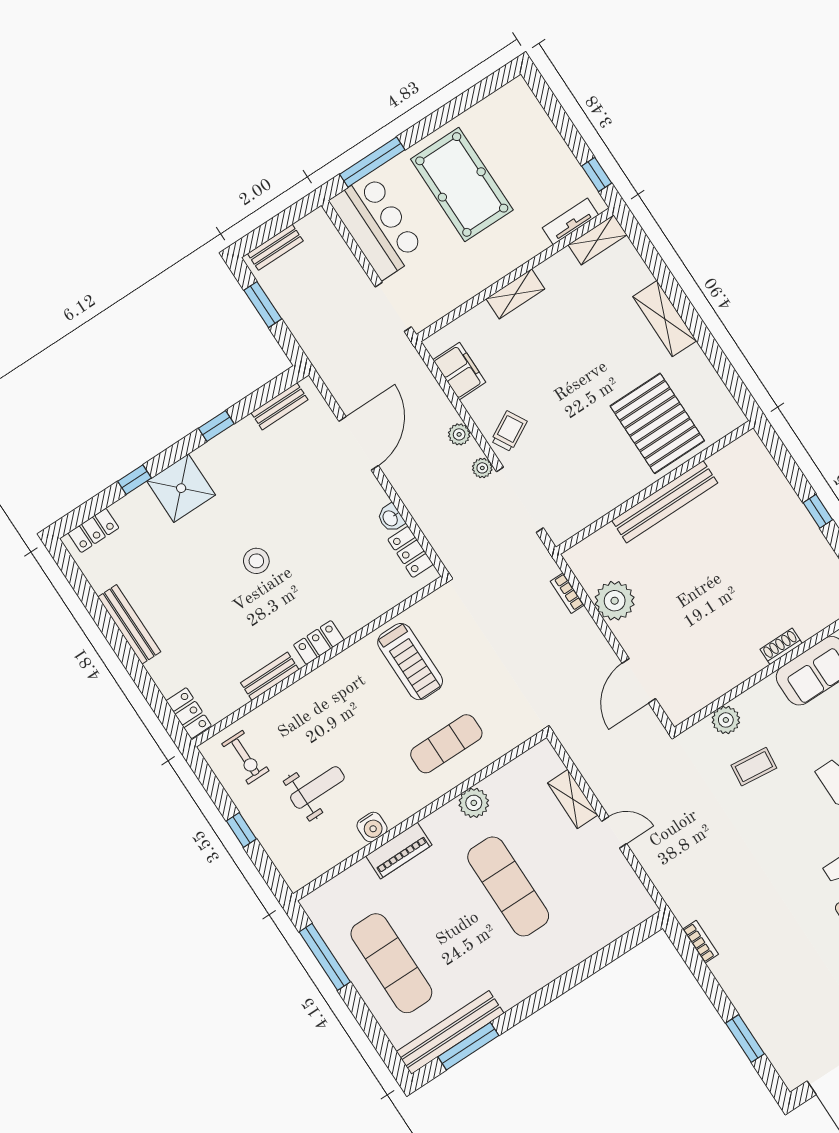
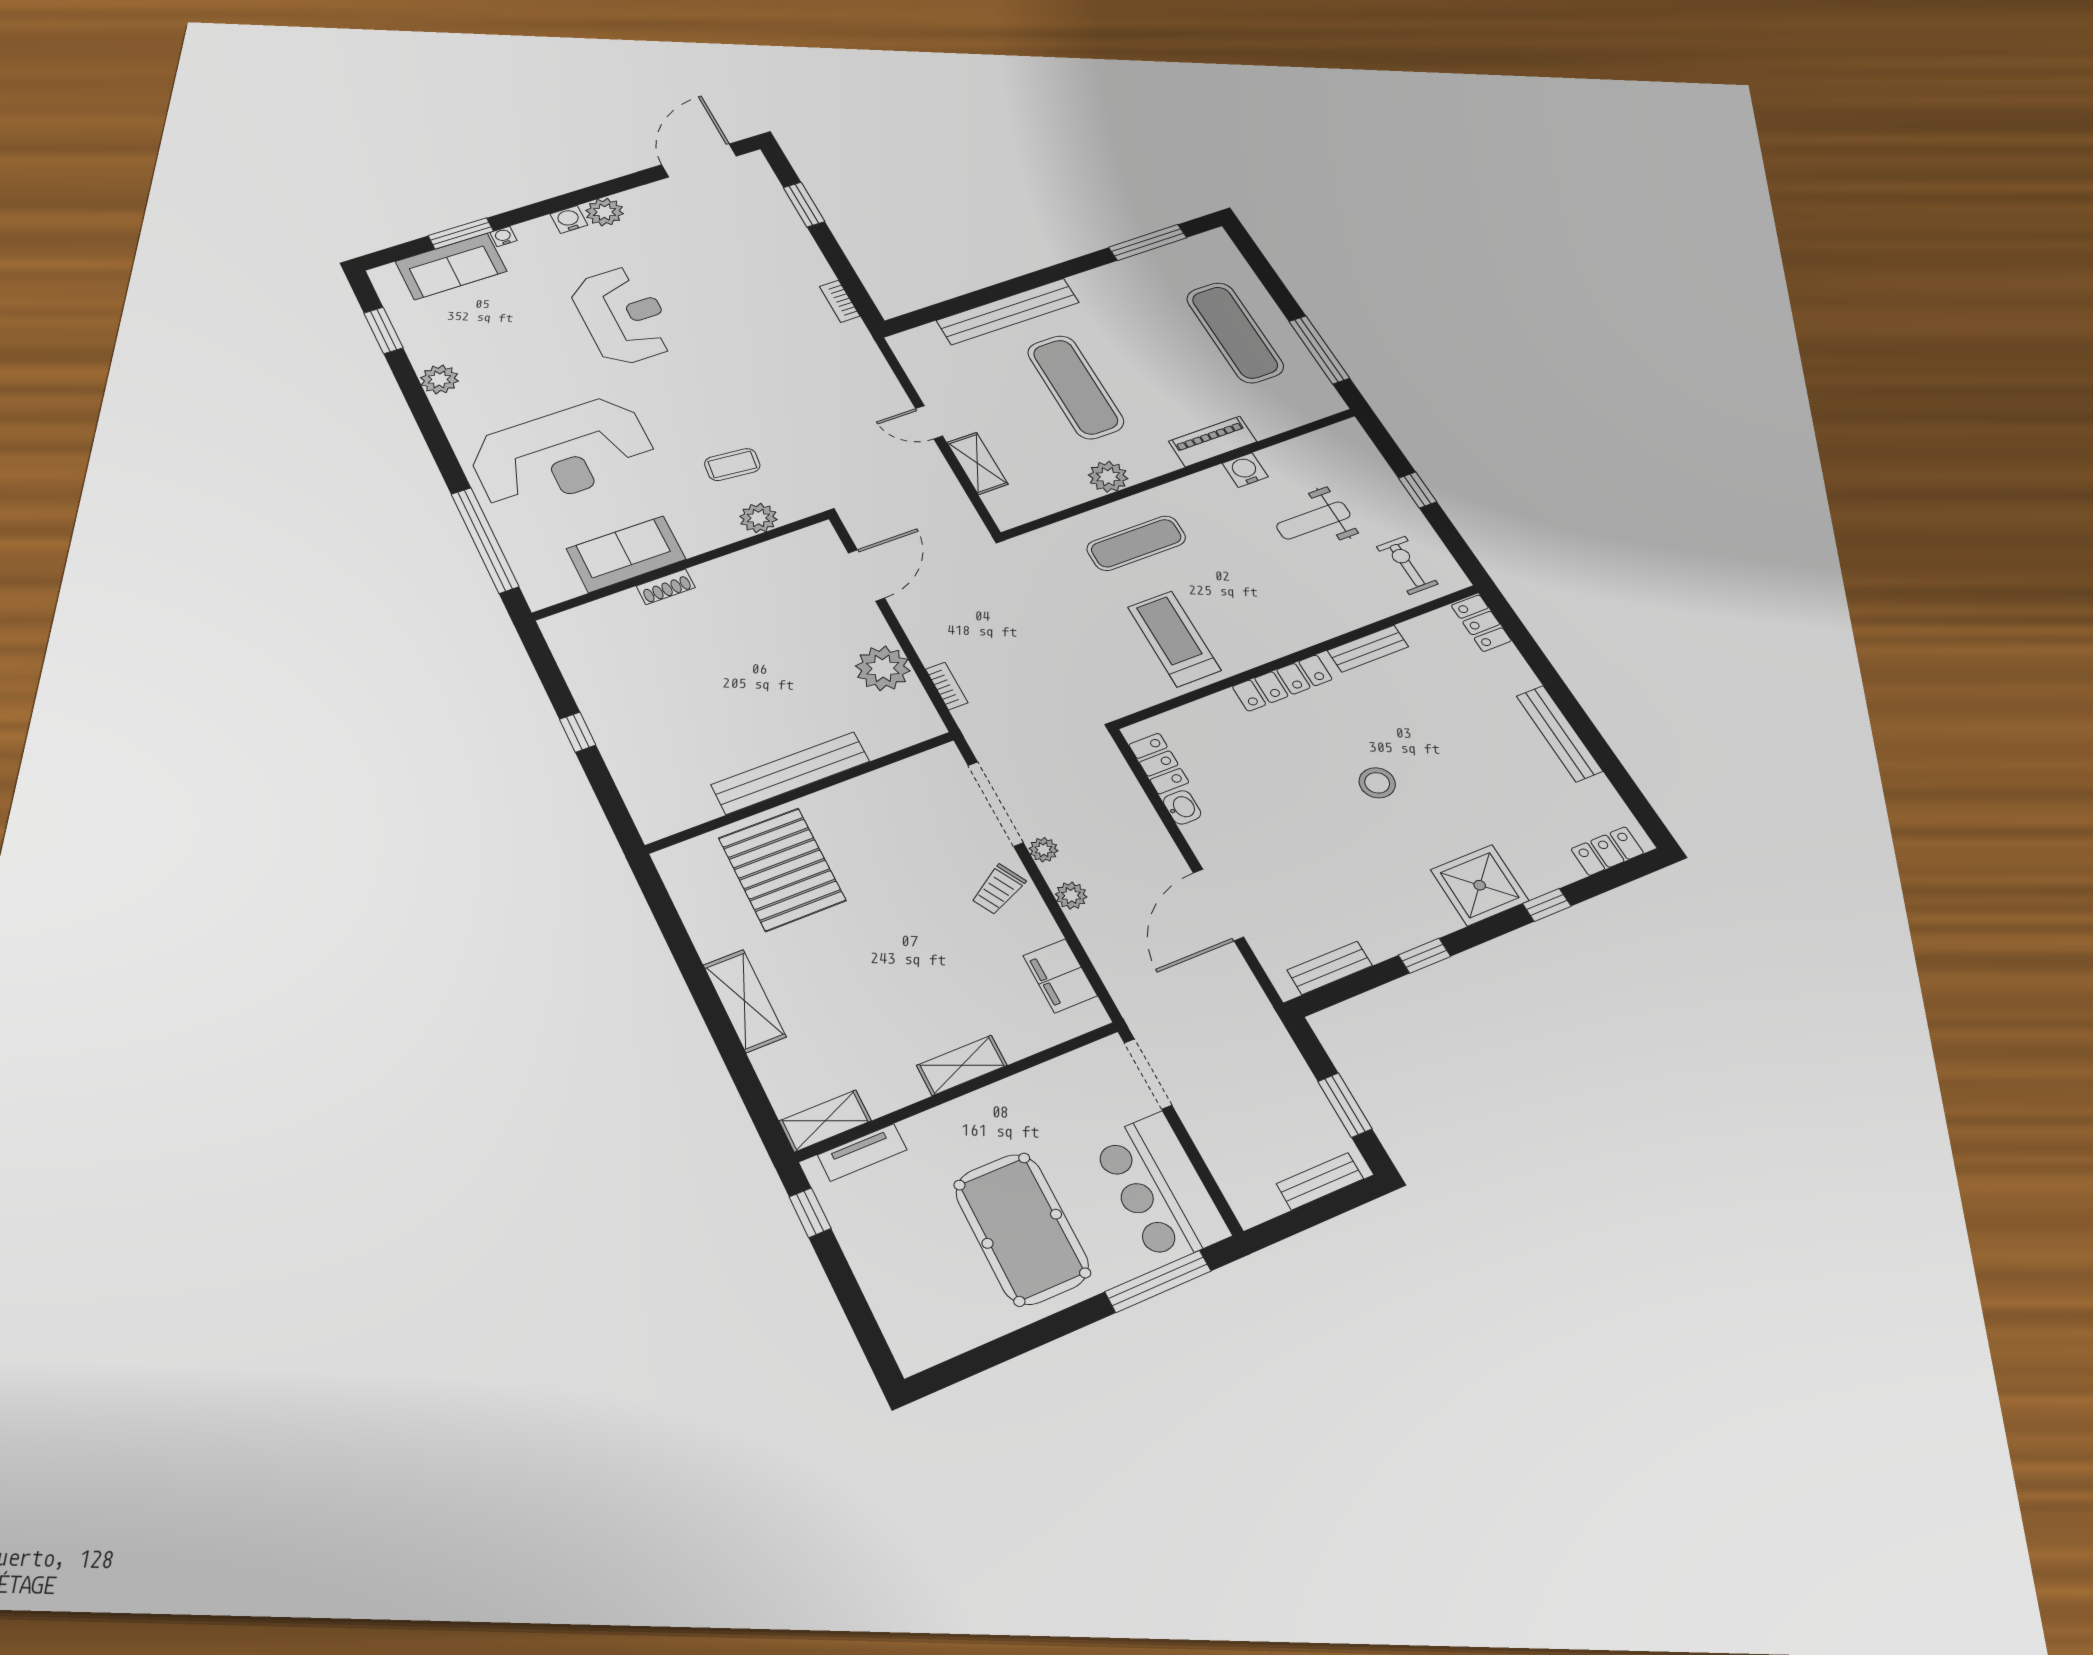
locker: (319, 642) -> (1282, 683), width x1.53
bench: (450, 1032) -> (1008, 311), moved

